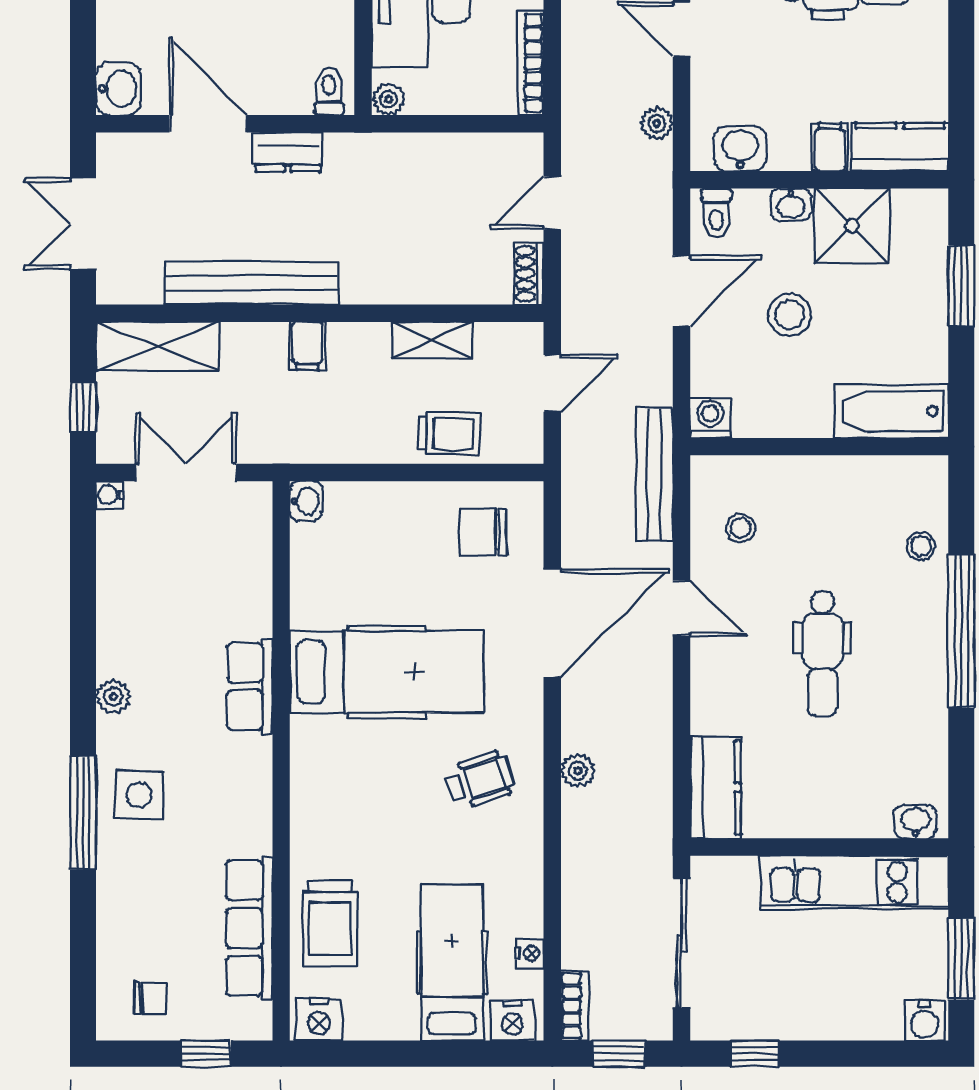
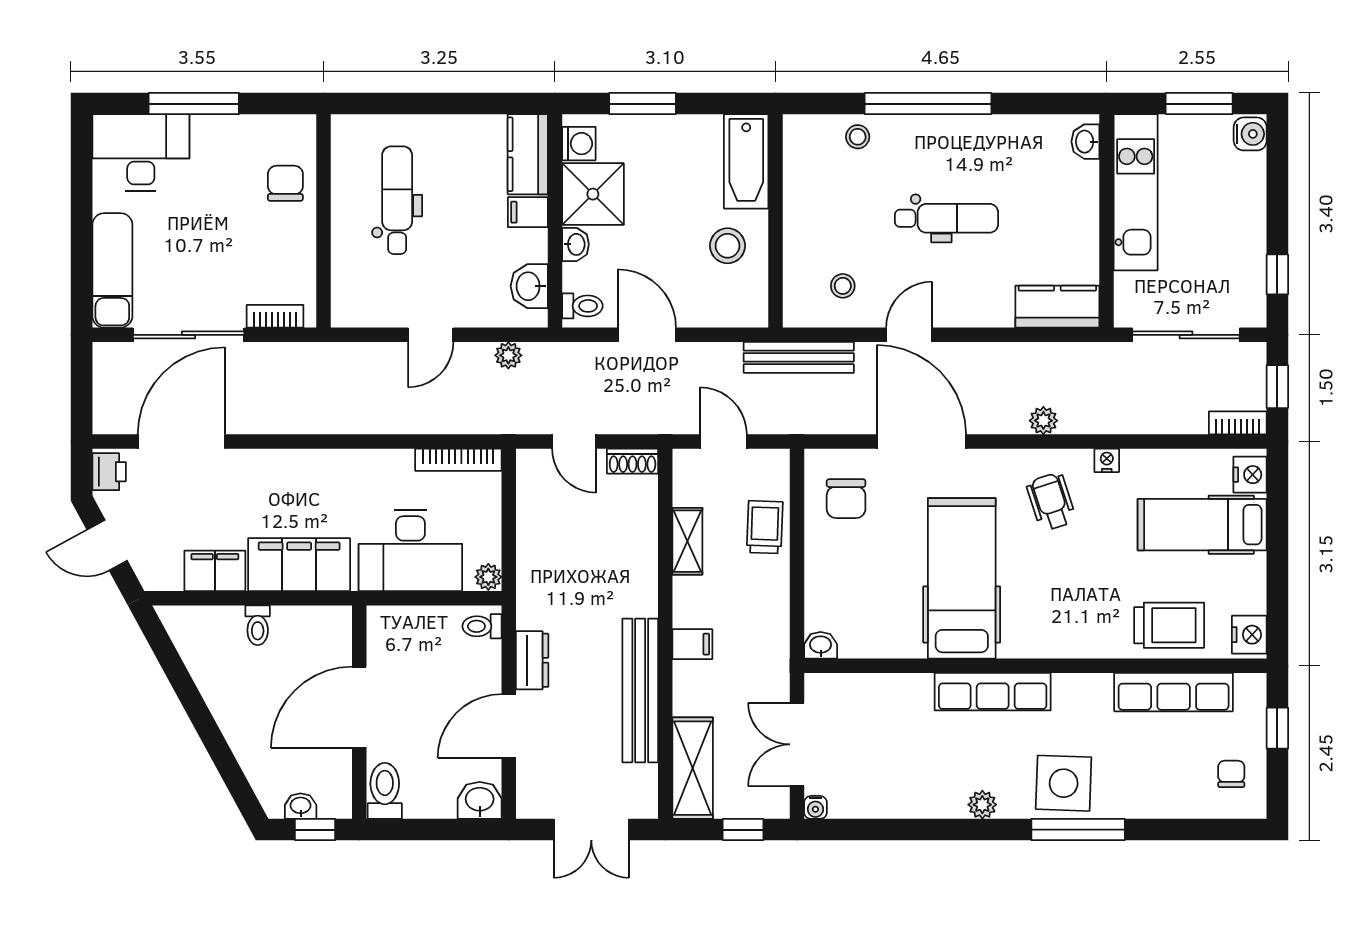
stool: (789, 315) -> (727, 246), moved
washing machine: (710, 418) -> (579, 144), moved, turned 180
row of seats: (250, 687) -> (993, 692), width x1.48
side table: (139, 795) -> (1064, 783), width x1.37, depth x1.37
nightstand: (530, 953) -> (1107, 460), moved

